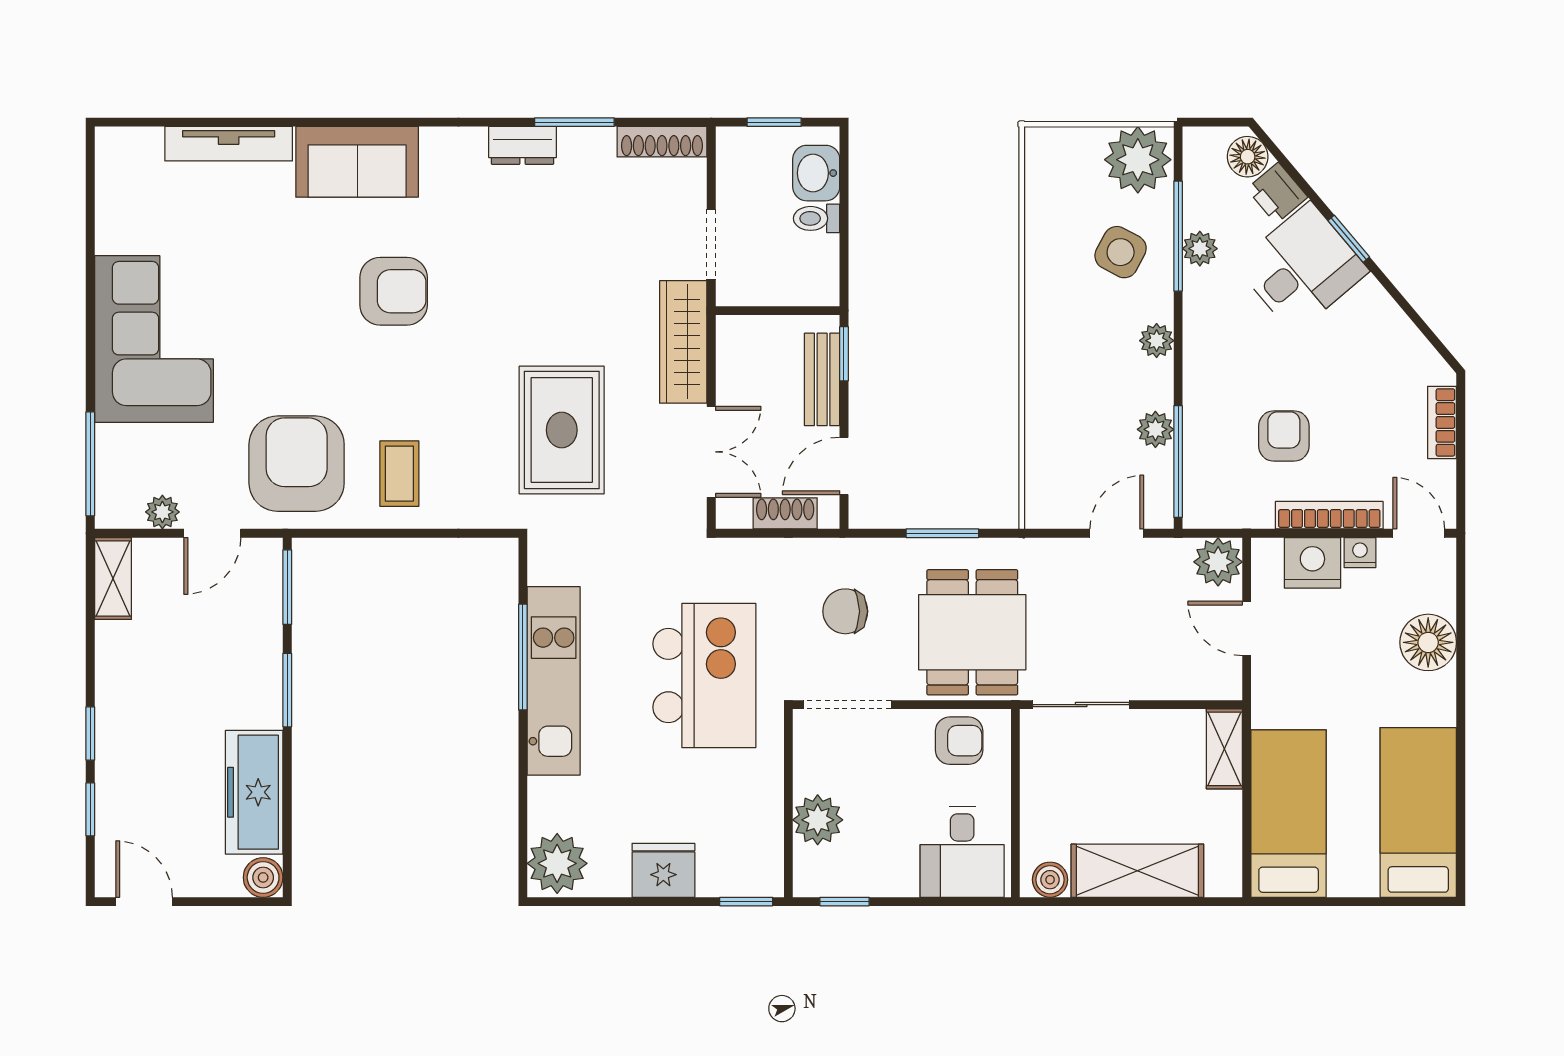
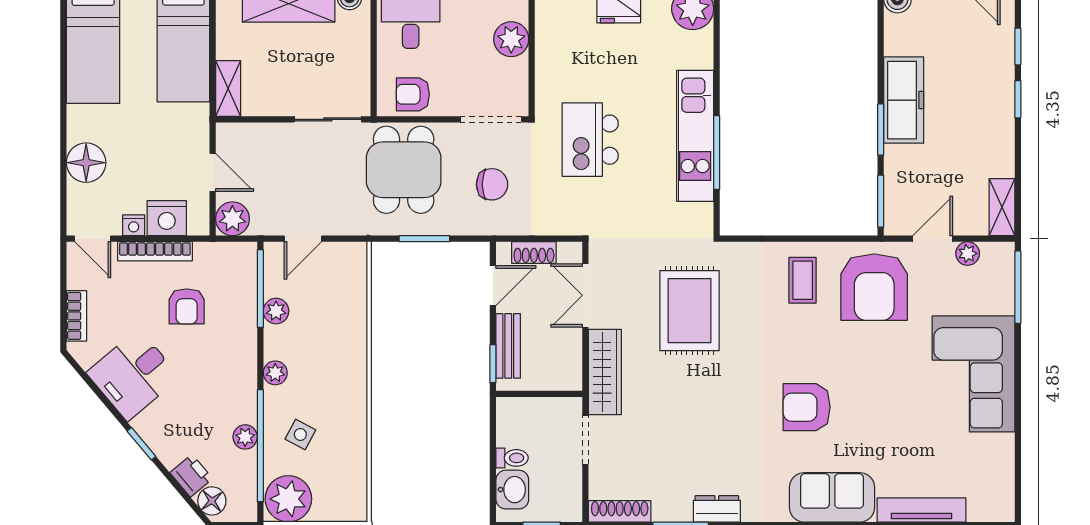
window: (1178, 236) -> (260, 446), width x1.46
side table: (1121, 252) -> (300, 434), width x0.73, depth x0.73
desk: (1302, 268) -> (133, 375), moved
kitchen island: (704, 676) -> (590, 140), width x0.73, depth x0.78
freezer: (254, 792) -> (904, 100), moved

